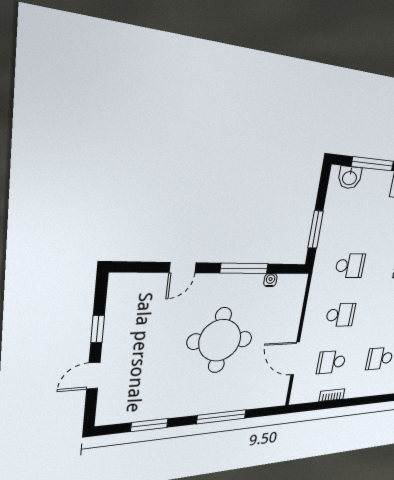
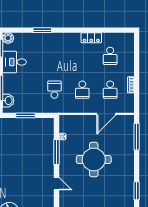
window: (316, 229) -> (25, 115), moved
school desk: (341, 315) -> (82, 90), turned 180
window: (222, 417) -> (137, 137), moved

